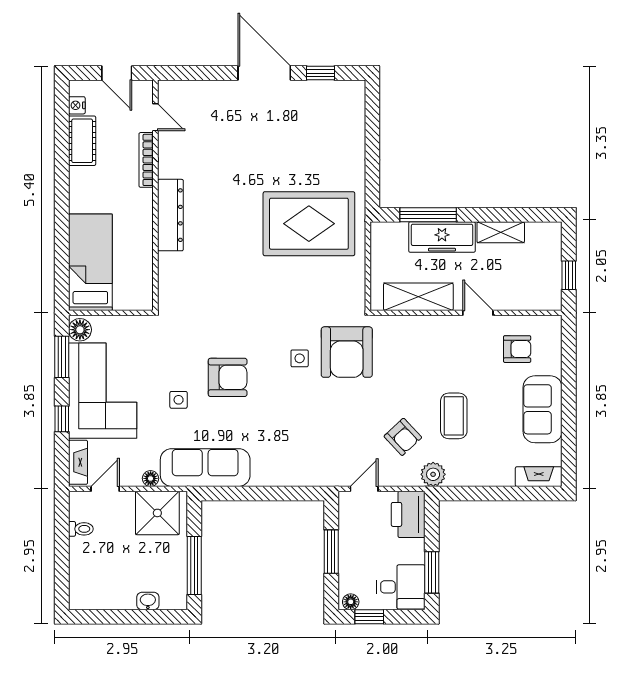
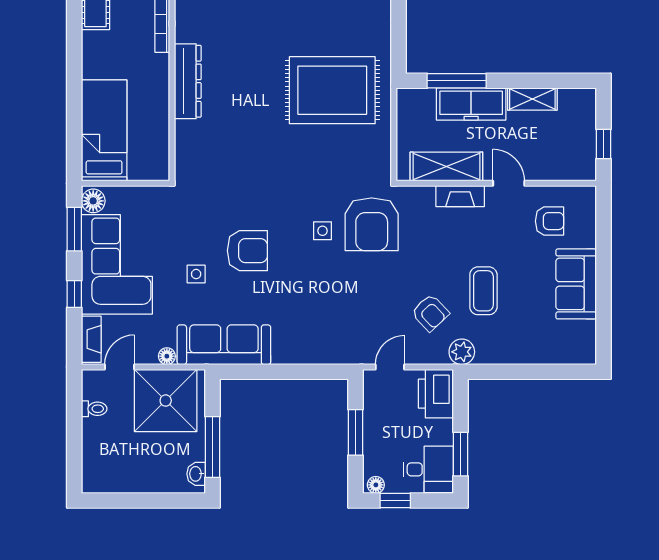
fireplace: (539, 477) -> (460, 196), moved, turned 180
shower: (157, 513) -> (166, 401), width x1.37, depth x1.37
washbasin: (148, 601) -> (196, 474), moved, turned -90

